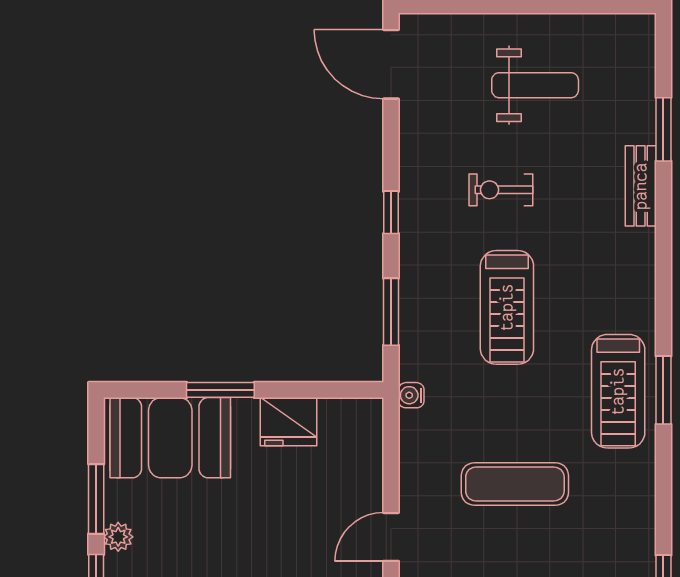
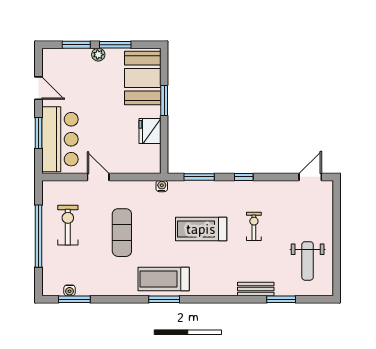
door: (391, 64) -> (310, 177), width x0.73
weight bench: (535, 85) -> (308, 261), moved

